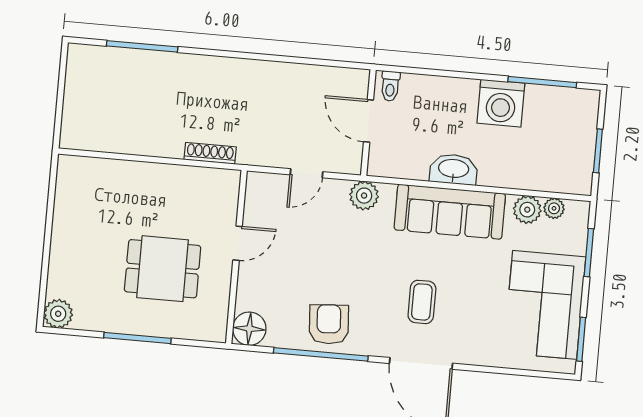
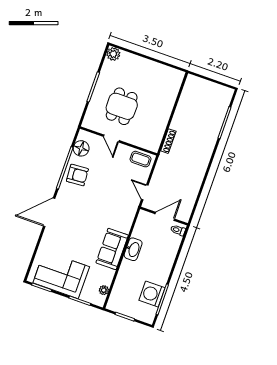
washing machine: (501, 103) -> (152, 294), moved
door: (306, 173) -> (145, 192), moved
plant: (364, 196) -> (132, 206), removed
plant: (527, 210) -> (106, 278), removed
sofa: (450, 212) -> (112, 249), width x0.73
door: (238, 243) -> (111, 138), moved
coffee table: (422, 302) -> (140, 159), moved
floor lamp: (249, 329) -> (81, 148), moved

